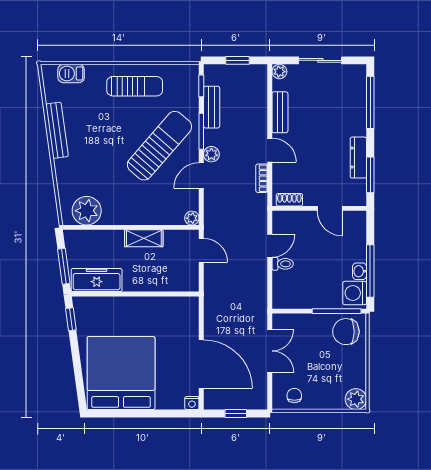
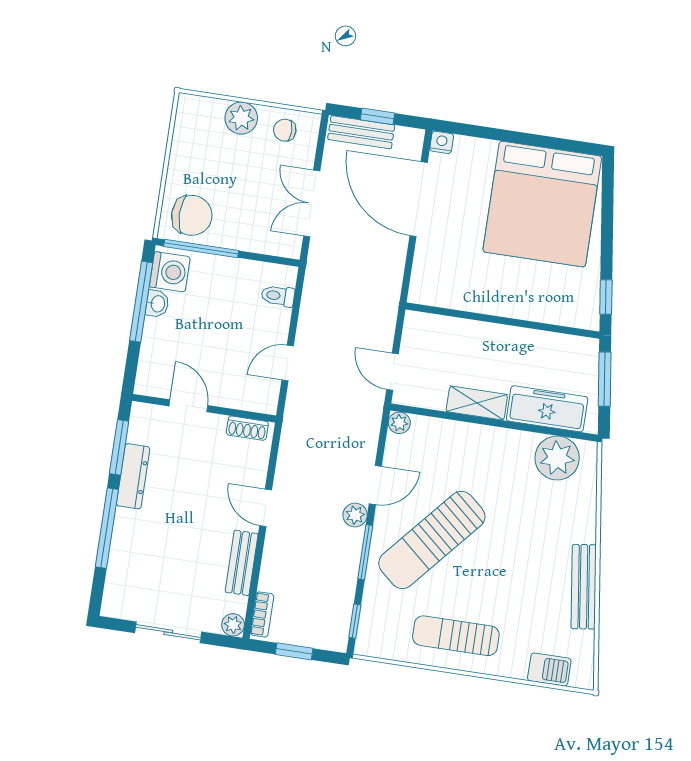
window: (370, 102) -> (107, 528), moved
bench: (212, 107) -> (361, 132), moved, turned 90
bookcase: (262, 178) -> (262, 614), moved
toilet: (283, 264) -> (278, 296), moved
freezer: (97, 280) -> (547, 409), moved, turned 180
chair: (294, 396) -> (285, 130), turned 90
plant: (356, 399) -> (241, 118), moved

